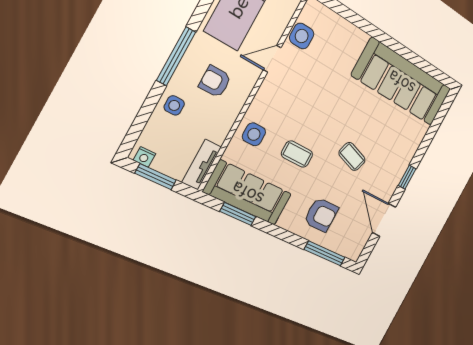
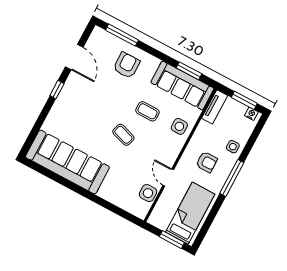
door: (272, 59) -> (168, 177), swing flipped
coffee table: (352, 157) -> (123, 135), moved
armchair: (321, 215) -> (127, 65), turned 90

